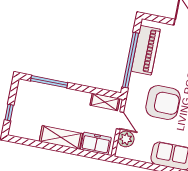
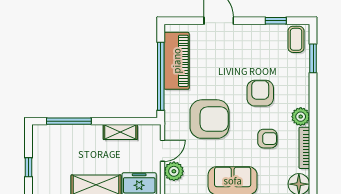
shelving: (105, 102) -> (120, 132), moved
door: (120, 121) -> (162, 151), hinge flipped

